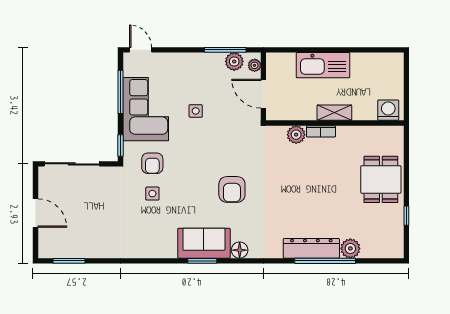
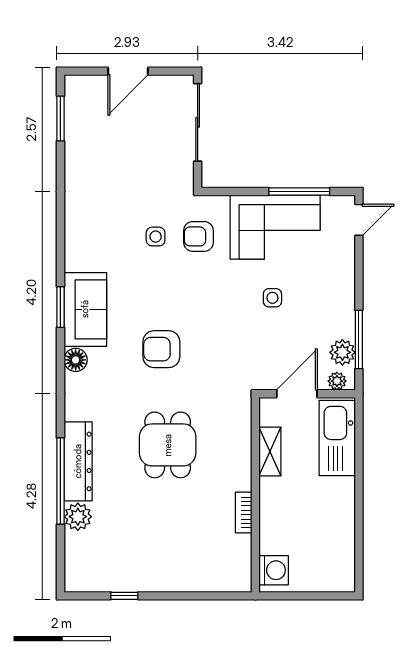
kitchen sink: (323, 65) -> (337, 438), moved
shelving: (334, 113) -> (270, 452), moved
bookcase: (321, 131) -> (244, 513), moved
plant: (296, 135) -> (239, 440), removed
window: (121, 145) -> (224, 191), removed
dining table: (381, 179) -> (168, 445), moved, turned 90

